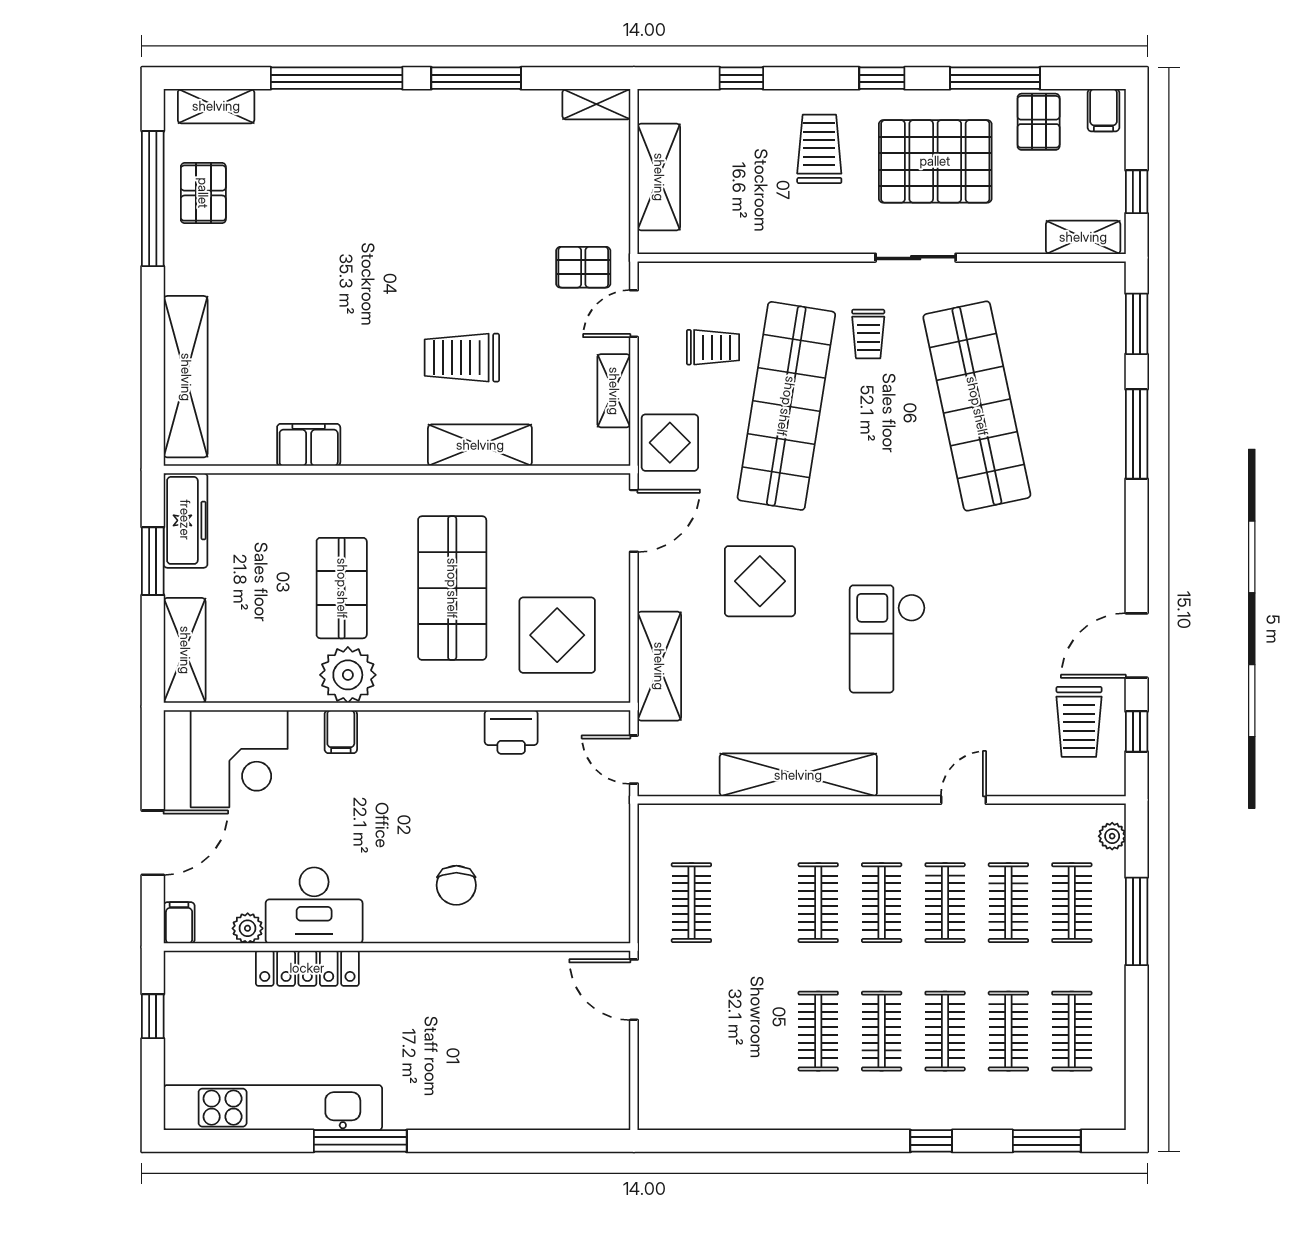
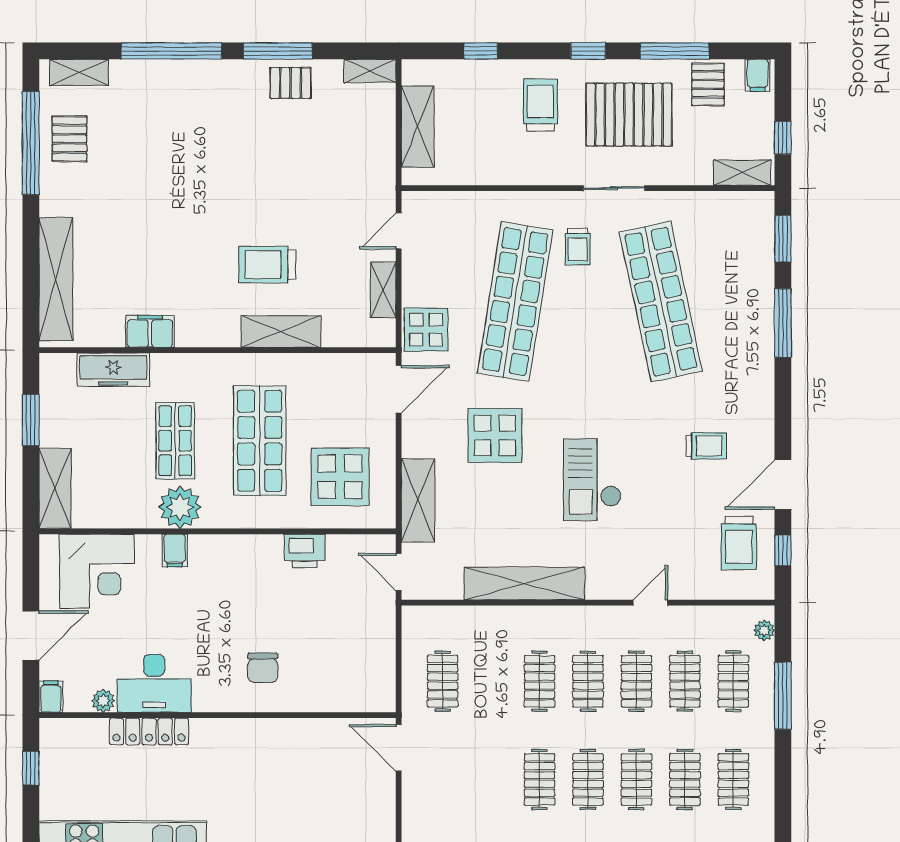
pallet: (583, 267) -> (291, 83), moved
trolley: (713, 347) -> (706, 446), moved
freezer: (185, 520) -> (113, 370), moved, turned 90

